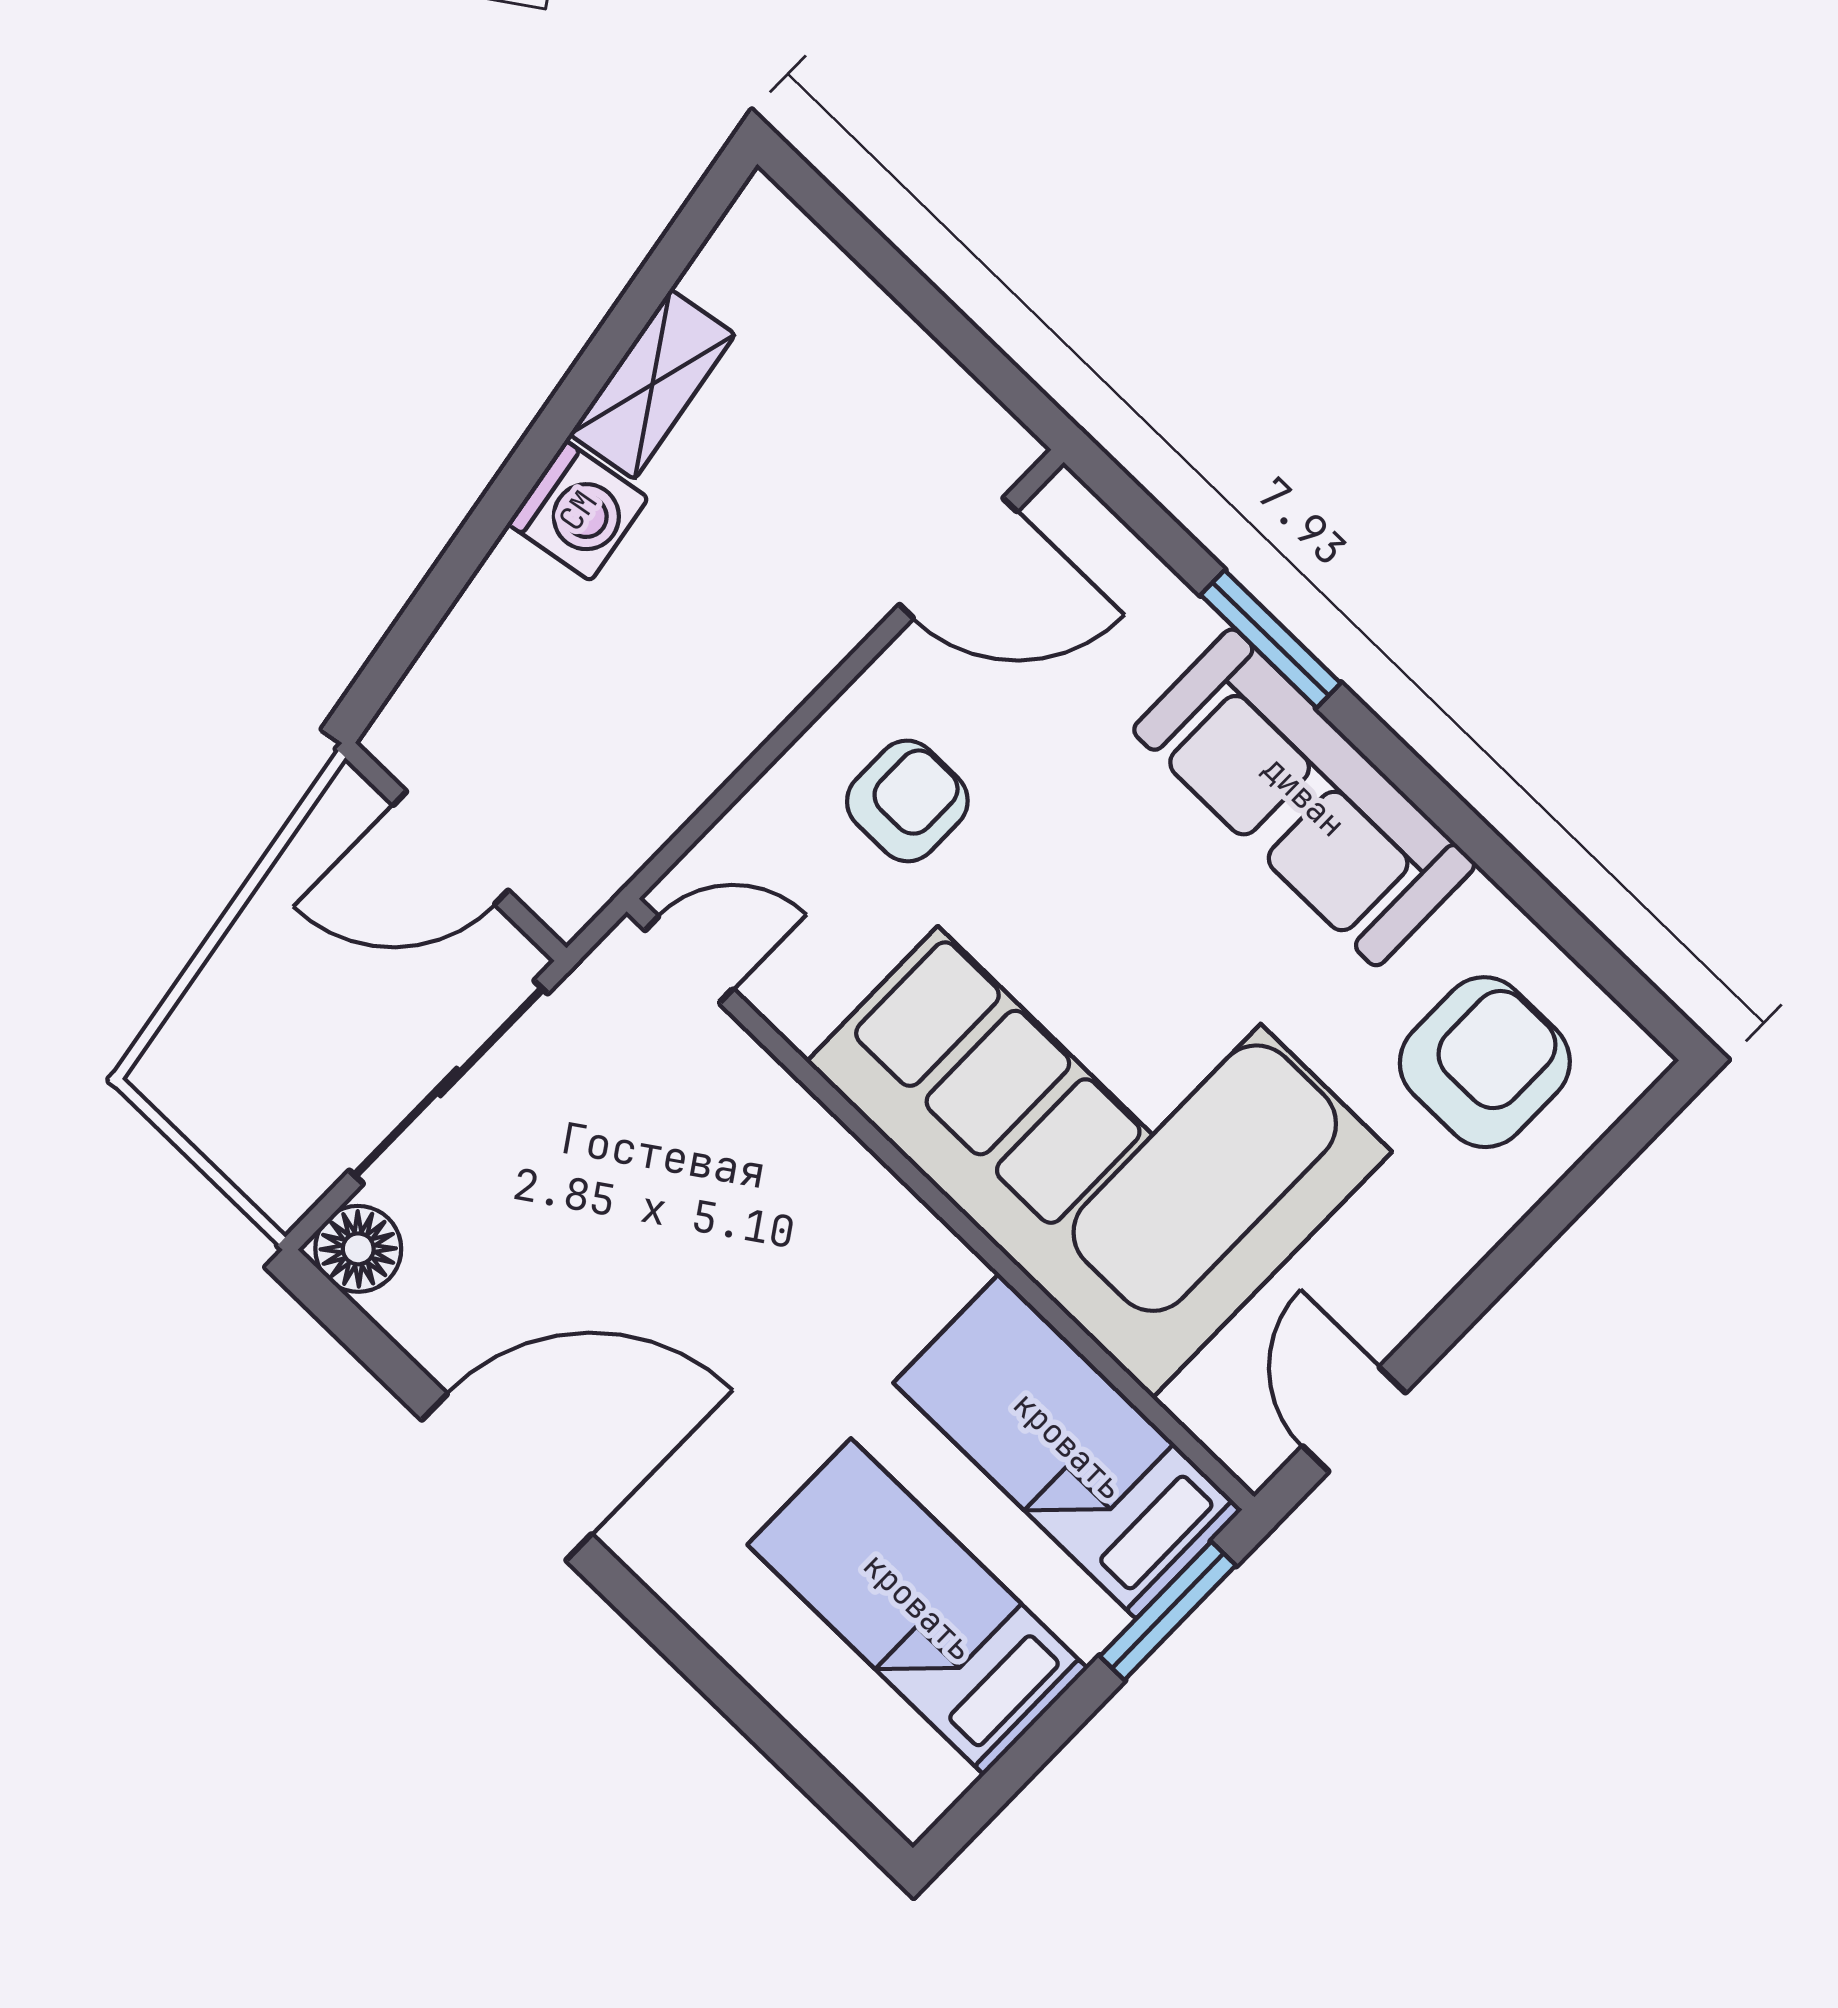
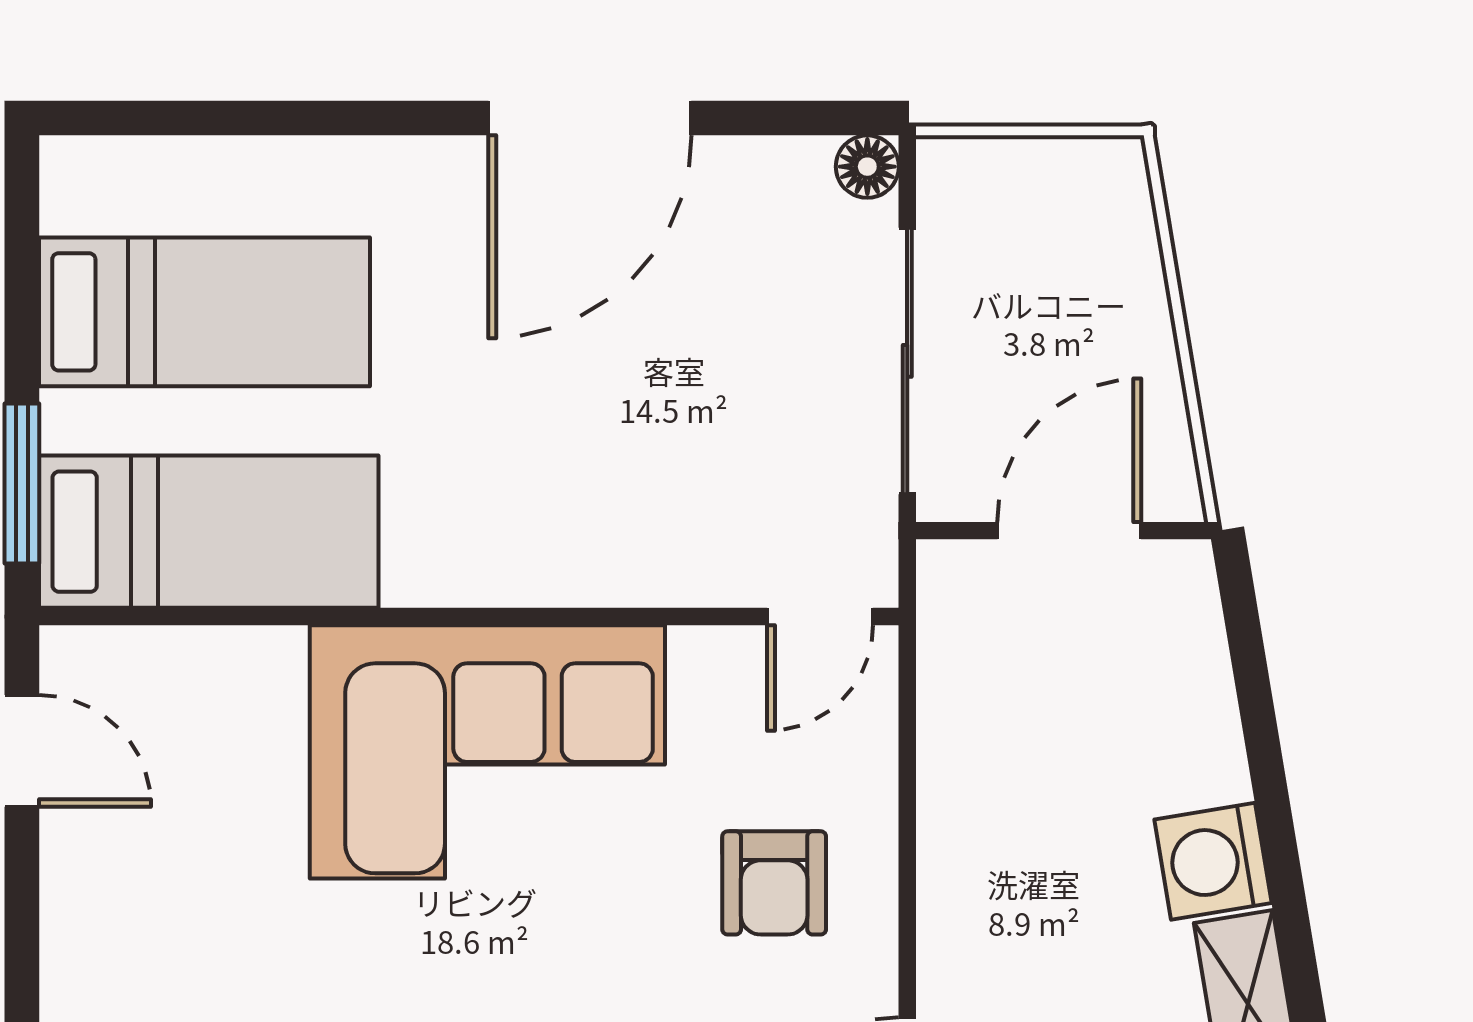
corner sofa: (1099, 1107) -> (487, 752), width x0.73, depth x0.74
floor lamp: (358, 1249) -> (867, 167), width x0.73, depth x0.73

